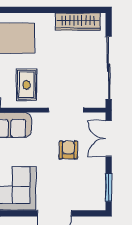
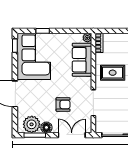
floor lamp: (98, 172) -> (46, 127), added
plant: (94, 191) -> (32, 124), added

